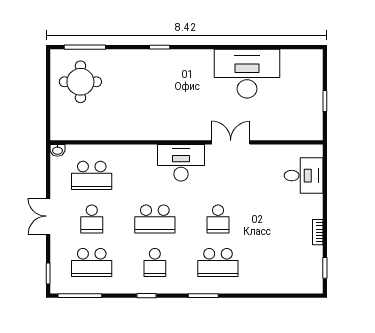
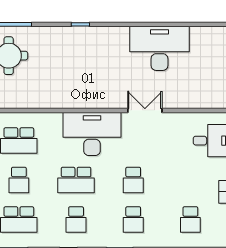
desk: (181, 163) -> (92, 134), width x1.36, depth x1.30
school desk: (218, 263) -> (133, 219), width x0.54
school desk: (281, 263) -> (190, 219), added

